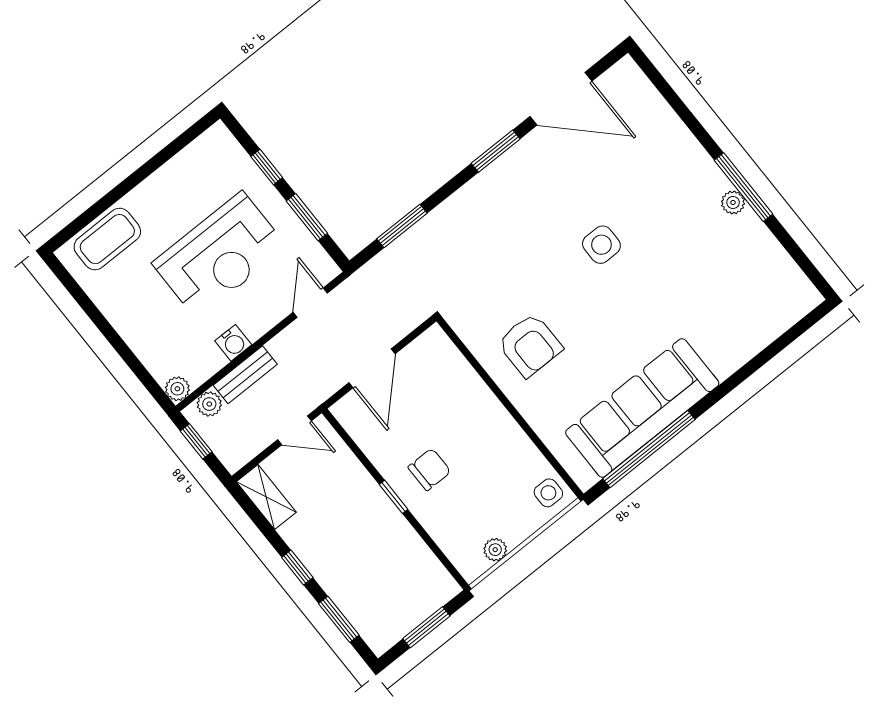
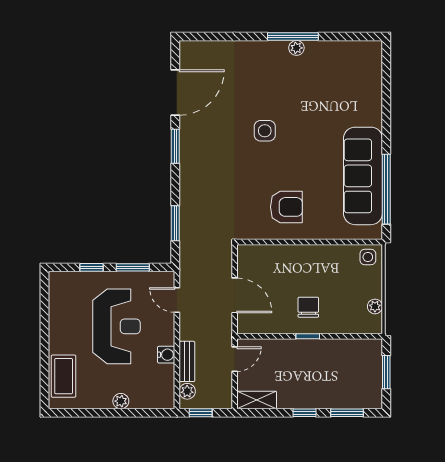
plant: (177, 389) -> (121, 401), moved

